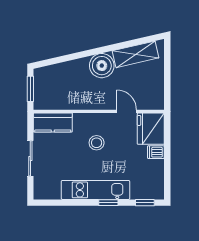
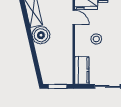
door: (127, 111) -> (74, 17), swing flipped

